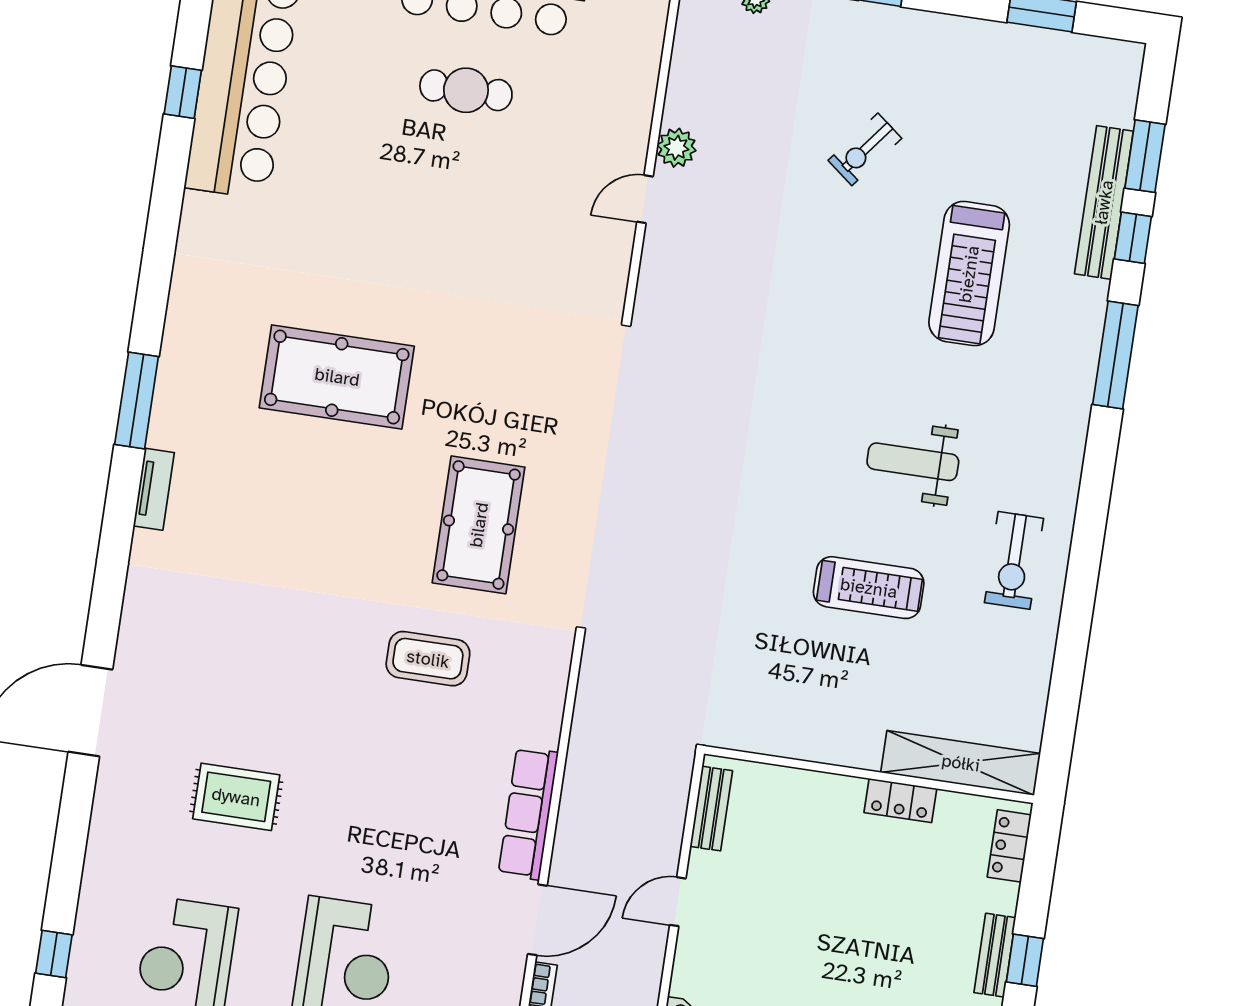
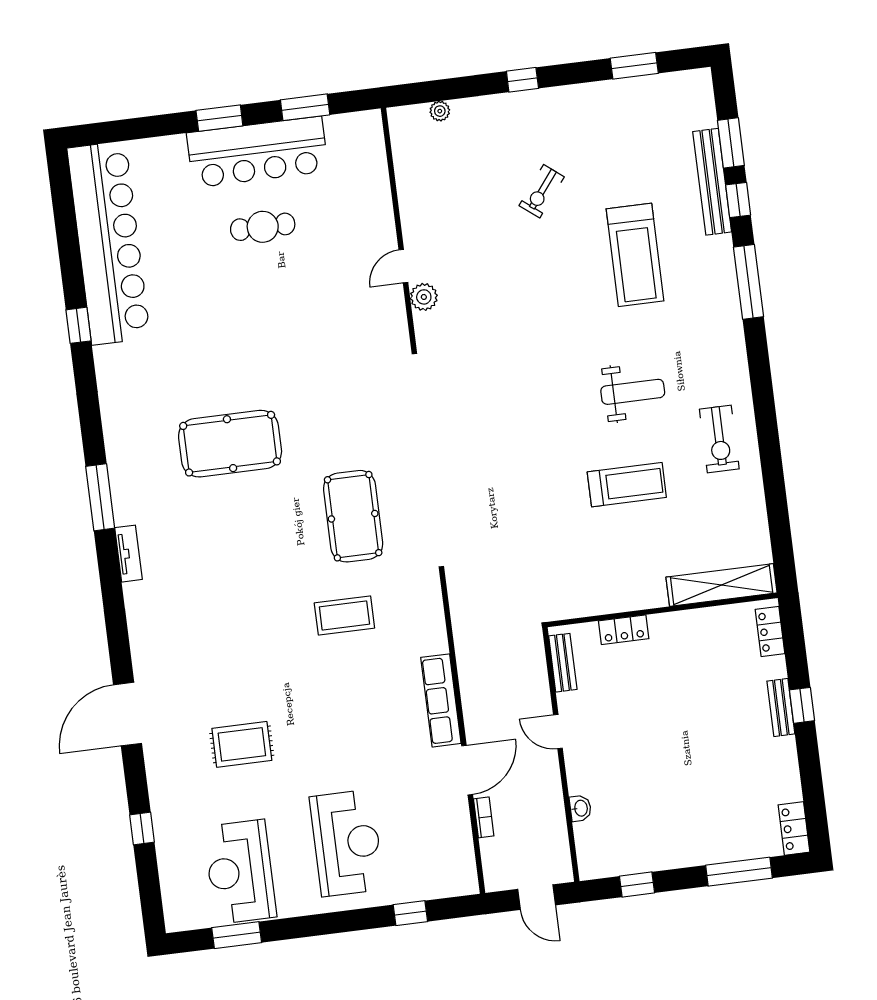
window: (183, 92) -> (78, 325), moved
plant: (676, 148) -> (424, 297), moved
weight bench: (913, 462) -> (633, 392), turned 180
locker: (900, 801) -> (624, 630), moved
door: (678, 902) -> (558, 731), hinge flipped
window: (54, 954) -> (142, 828), moved

